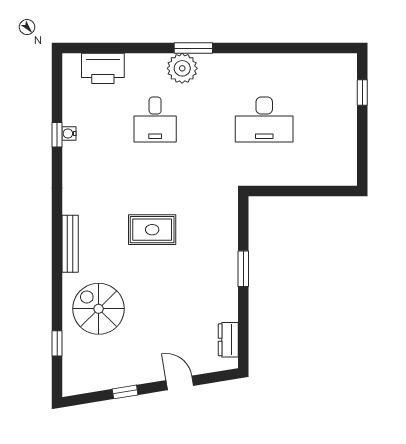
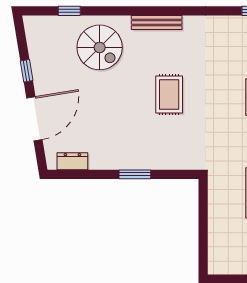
spiral stairs: (99, 309) -> (100, 47), turned 90
door: (180, 383) -> (34, 119), width x1.88

